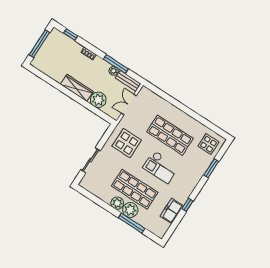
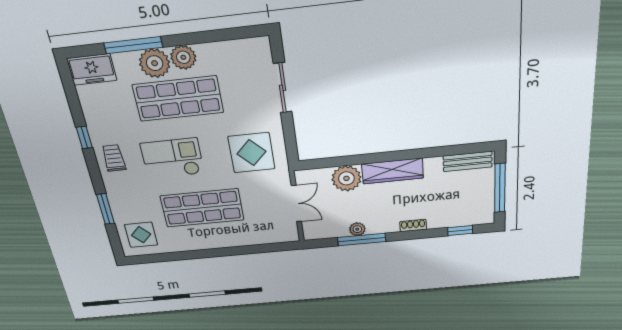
bench: (128, 81) -> (468, 161), moved
trolley: (184, 187) -> (114, 158), added
freezer: (172, 211) -> (92, 69), moved, turned 90

